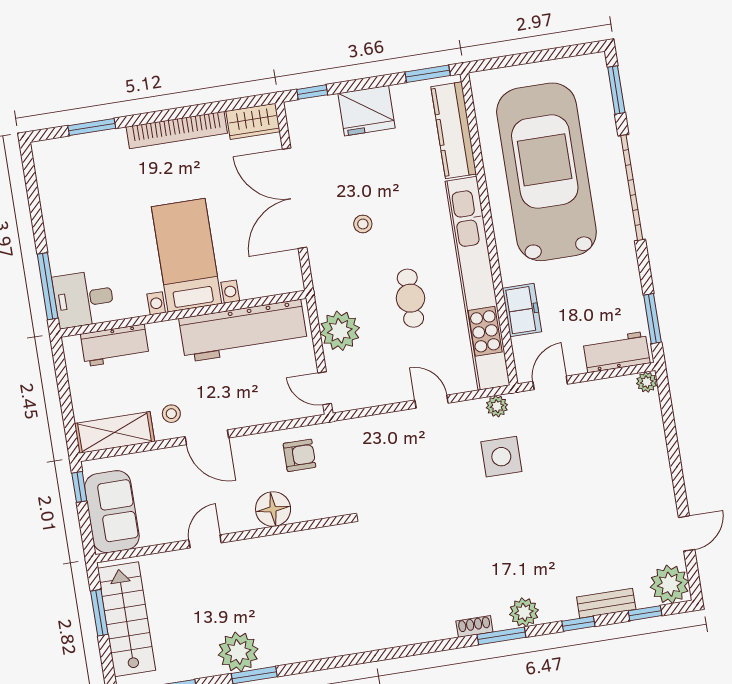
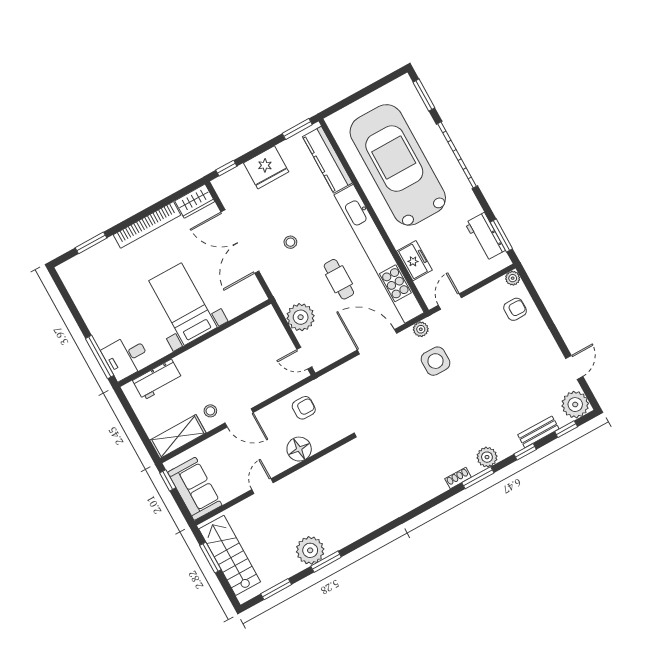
workbench: (243, 331) -> (238, 340), removed
workbench: (616, 352) -> (485, 237), moved, turned -90
door: (432, 402) -> (377, 342), width x1.88
armchair: (635, 425) -> (515, 309), added

